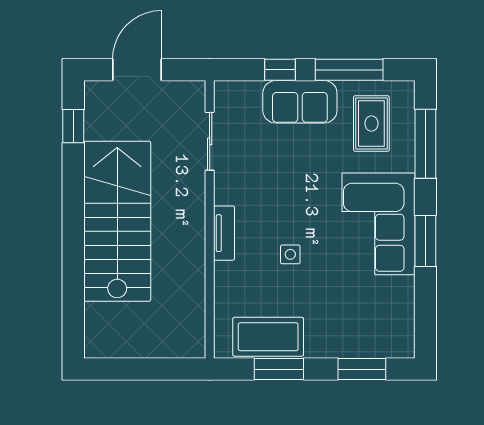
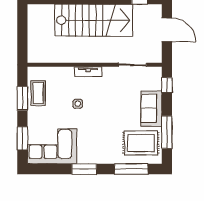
window: (280, 70) -> (167, 85), moved
rug: (371, 124) -> (141, 143), width x1.36, depth x1.43
corner sofa: (378, 224) -> (52, 146), moved
coffee table: (268, 337) -> (38, 93), width x0.73, depth x0.76

